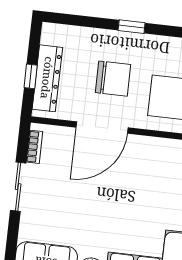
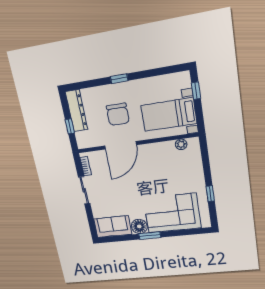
dresser: (47, 78) -> (77, 111), moved
chair: (113, 79) -> (118, 114), turned 90

